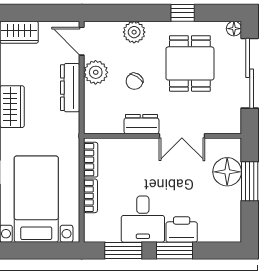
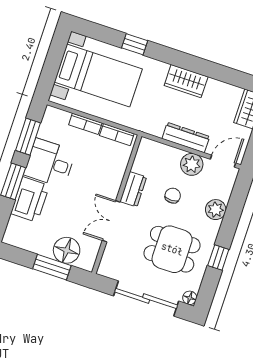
chair: (134, 81) -> (173, 196), turned 57
printer: (182, 229) -> (30, 200), width x1.37, depth x1.19

